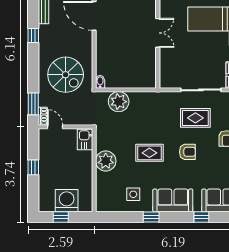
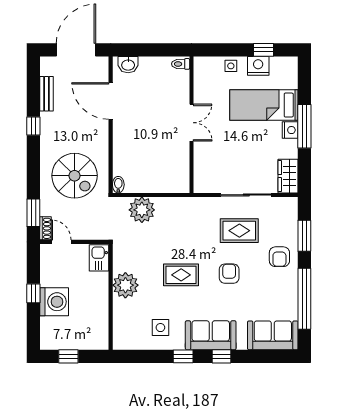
armchair: (187, 152) -> (229, 274), turned -90
washing machine: (67, 201) -> (54, 302), moved, turned 90
window: (201, 217) -> (222, 356), moved

